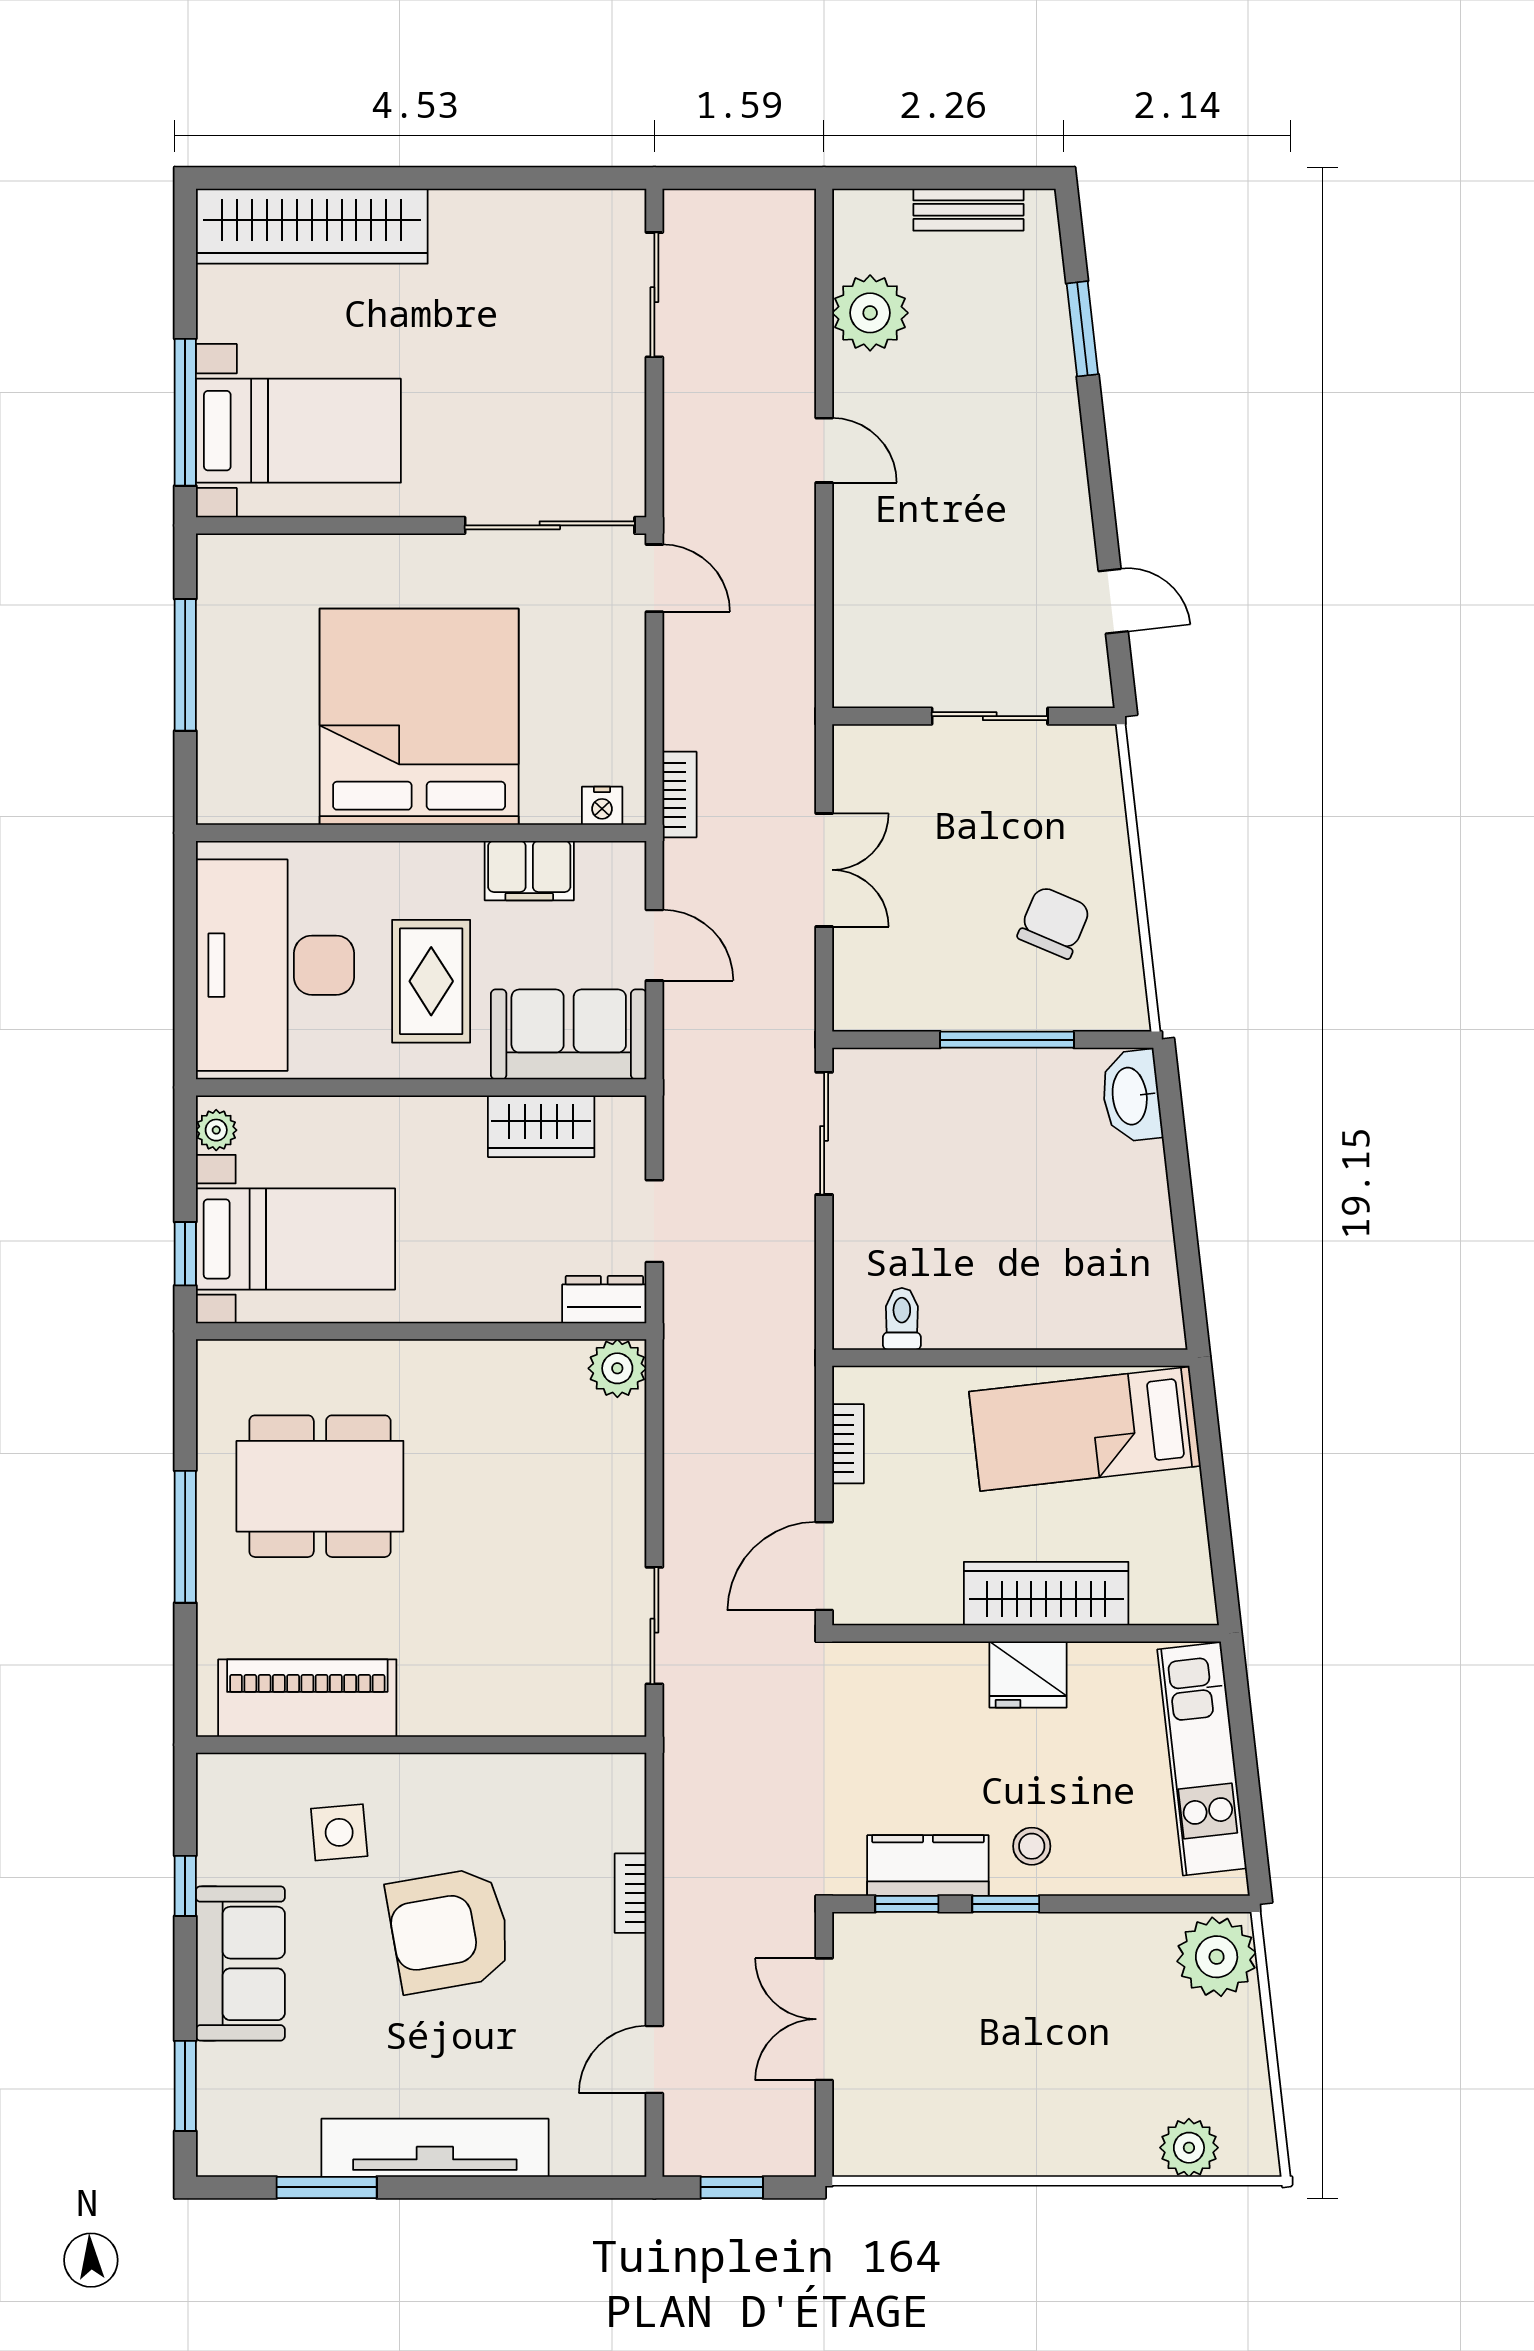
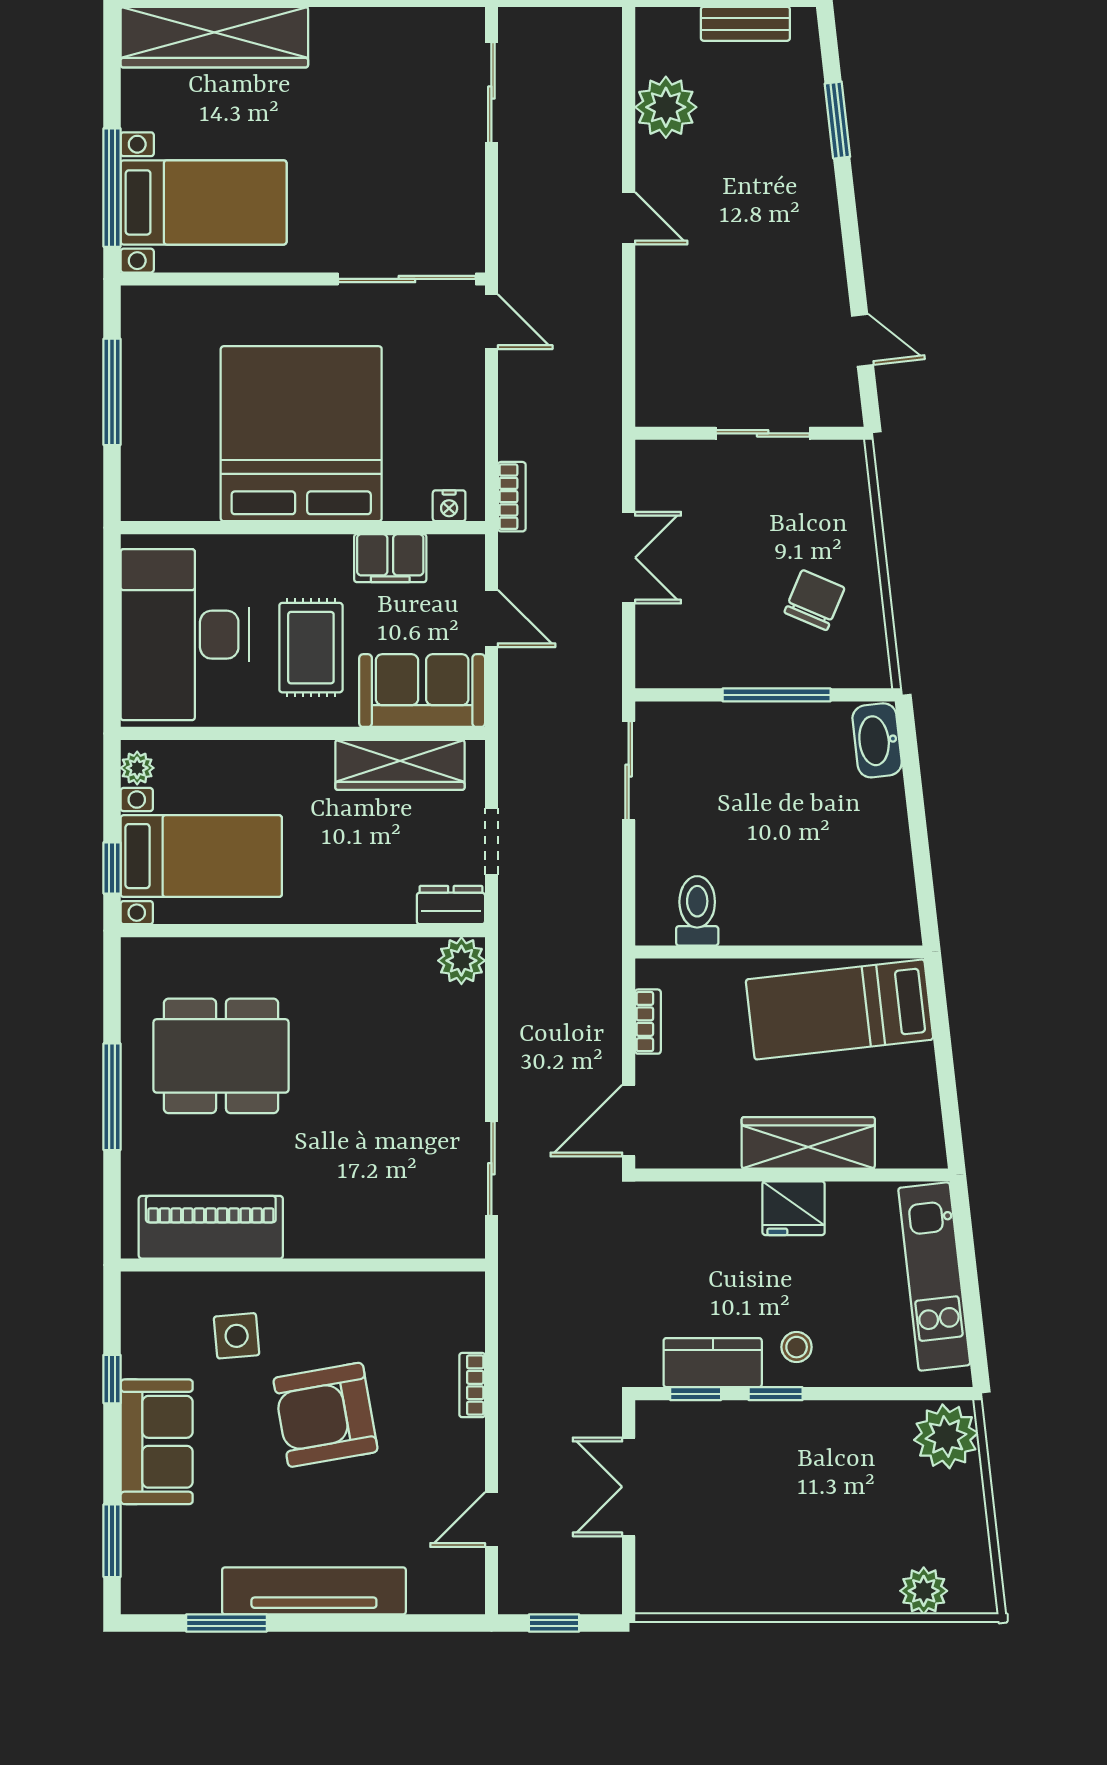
wardrobe: (541, 1126) -> (400, 765), width x1.50
toilet: (902, 1319) -> (697, 911), width x1.37, depth x1.39

